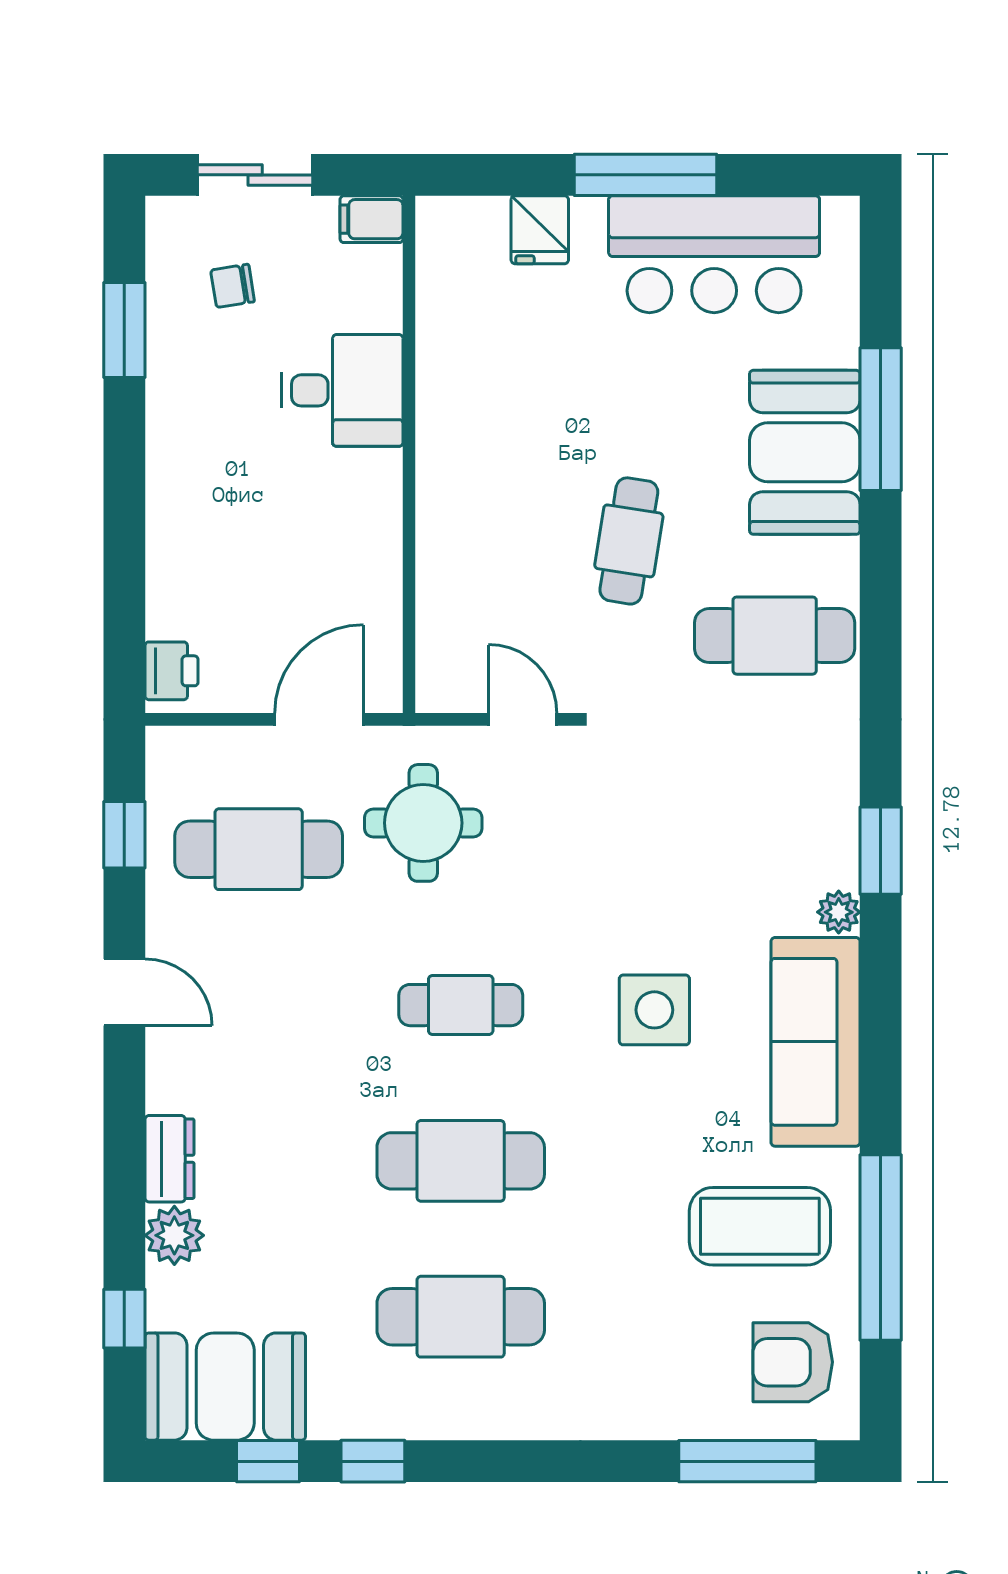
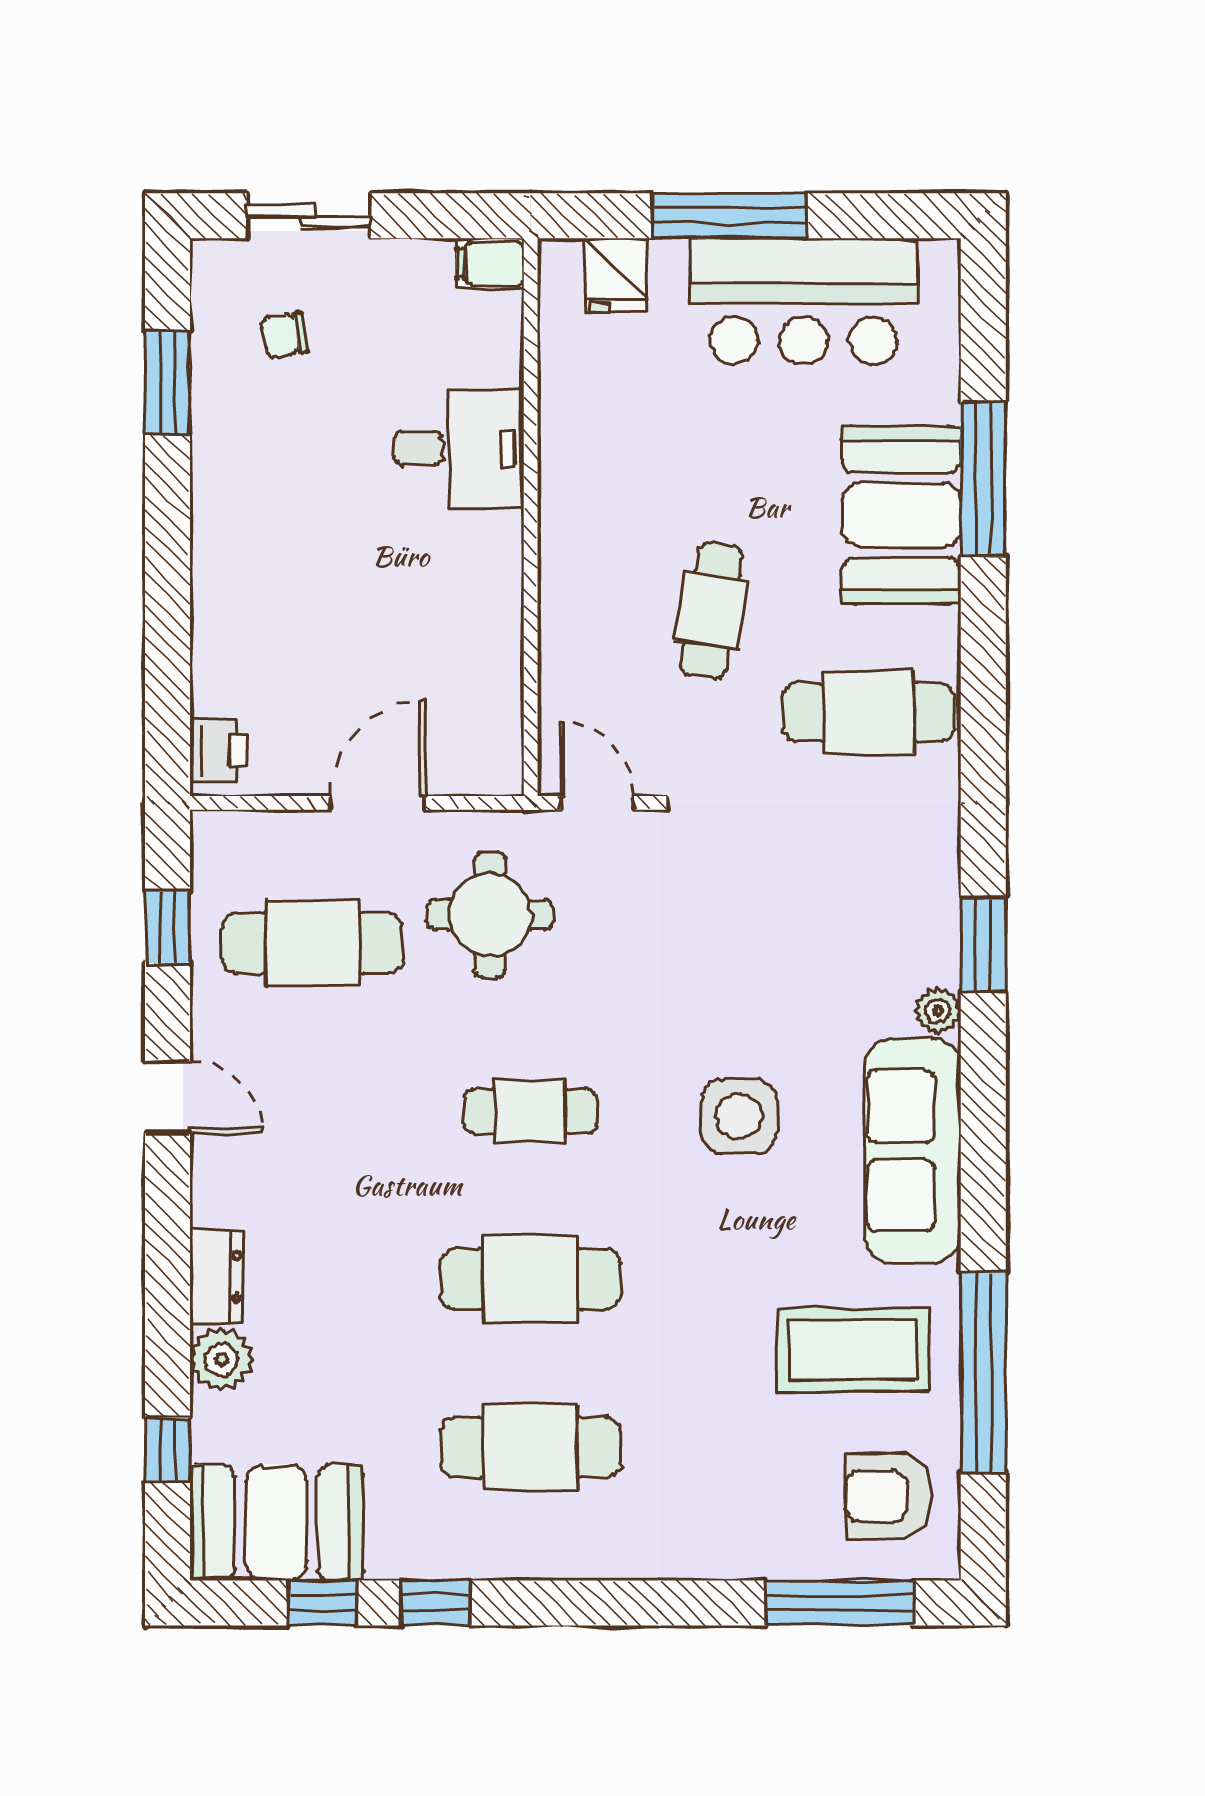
filing cabinet: (371, 219) -> (490, 264), moved
desk: (342, 390) -> (459, 448), moved
wall: (409, 454) -> (531, 517), moved

